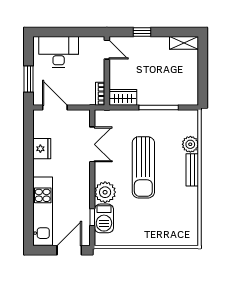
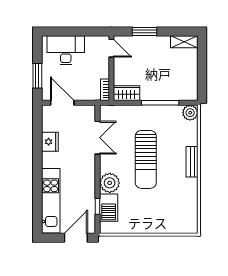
window: (142, 32) -> (145, 32), width x1.50
plant: (190, 144) -> (190, 113), moved

